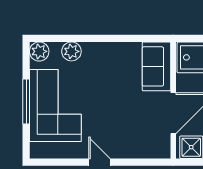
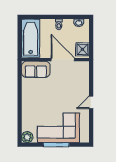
plant: (71, 51) -> (27, 118), removed

